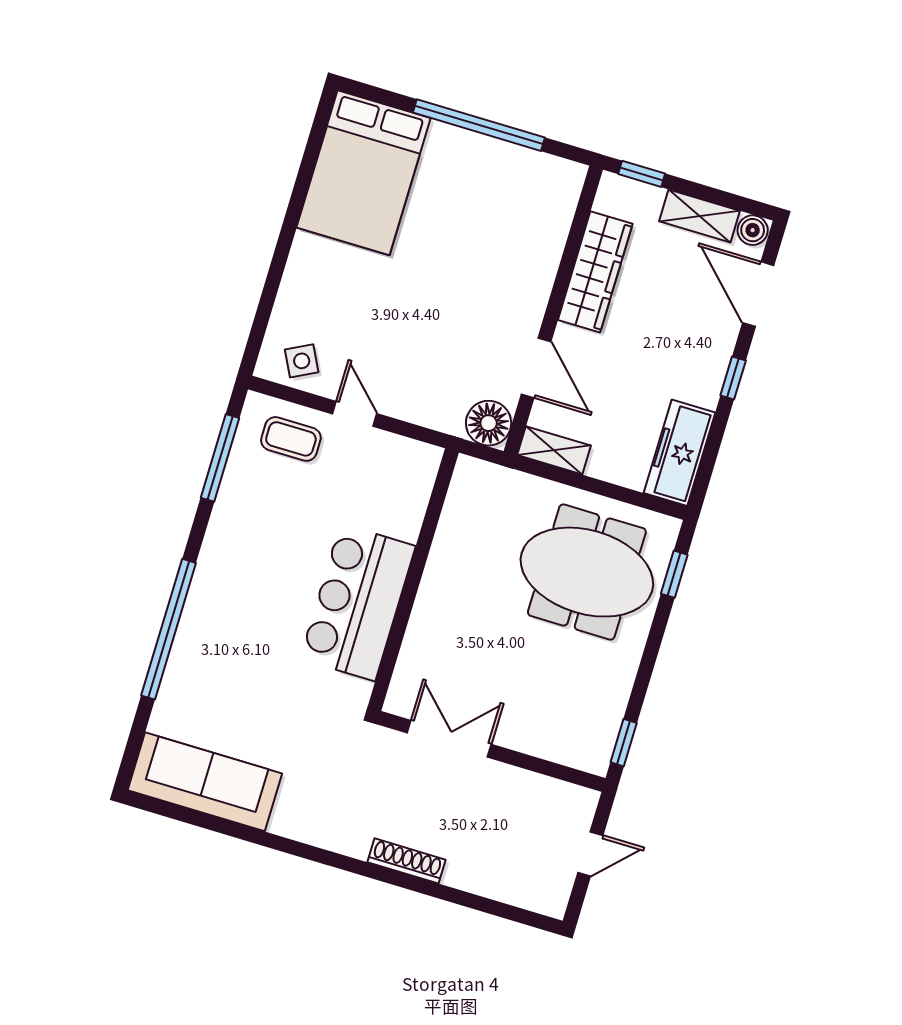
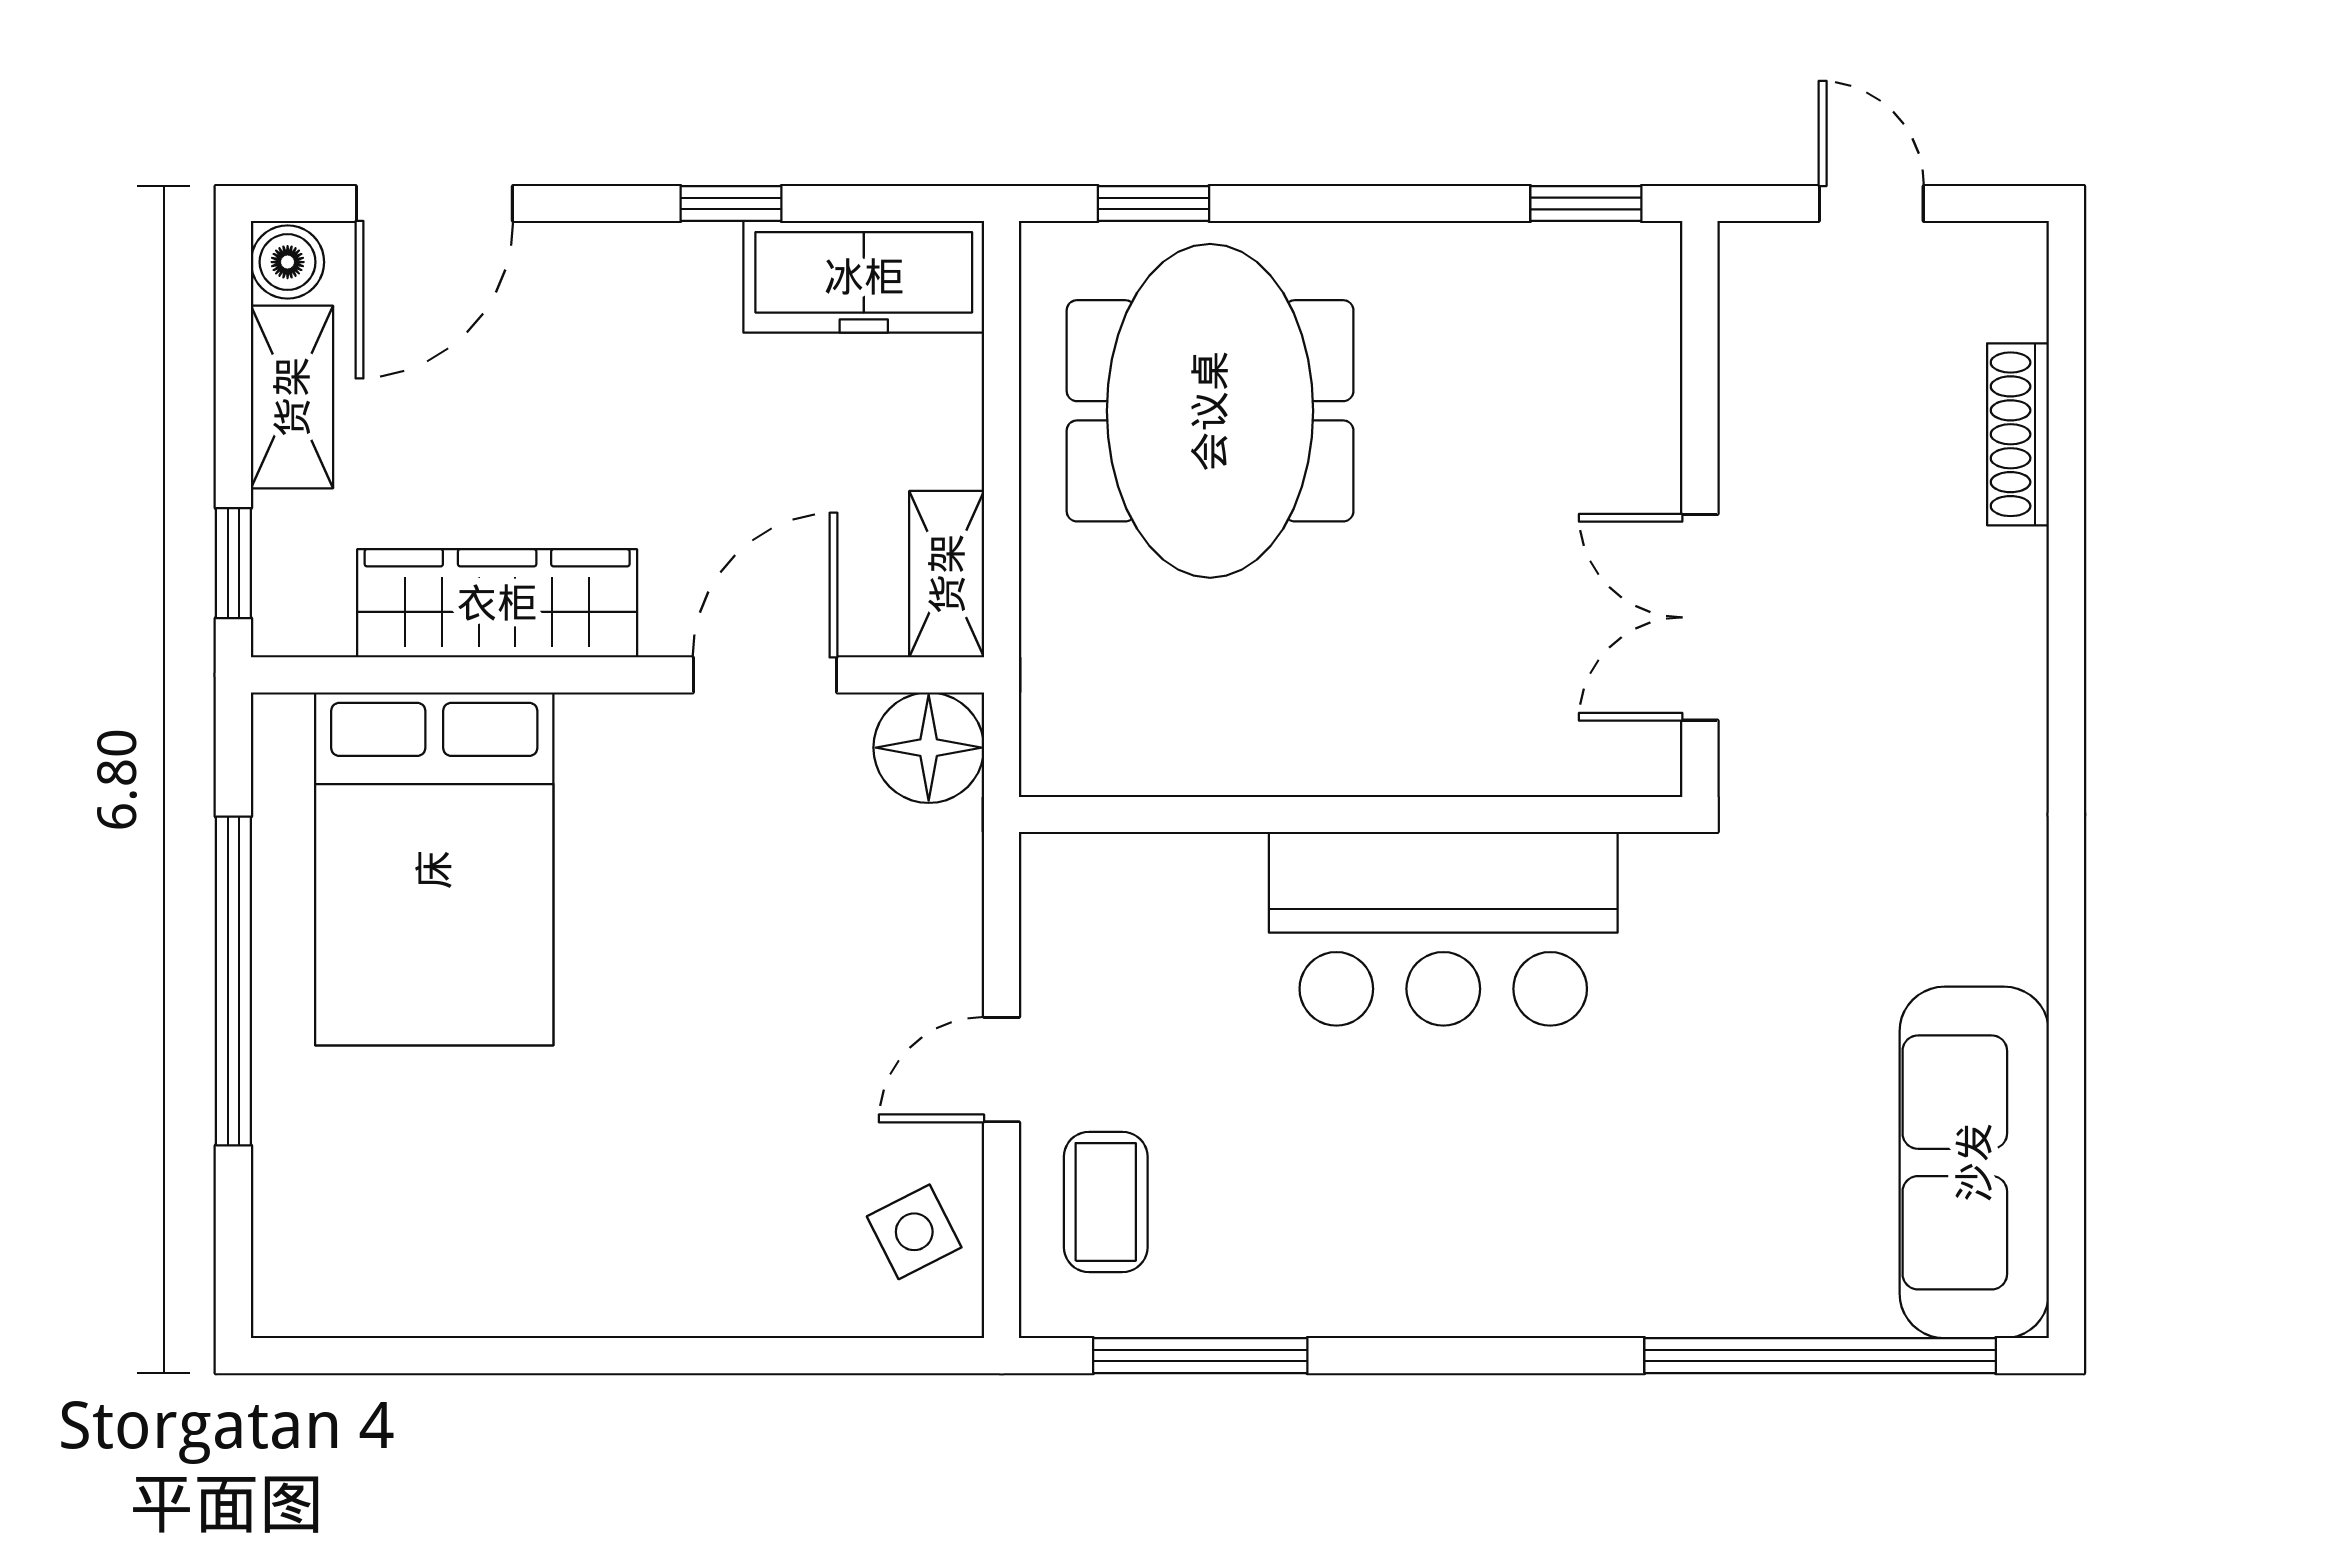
bed: (364, 173) -> (434, 869), moved, turned 90
window: (733, 378) -> (731, 203), moved
window: (169, 629) -> (1820, 1356), moved
shoe rack: (407, 861) -> (2018, 434), moved

